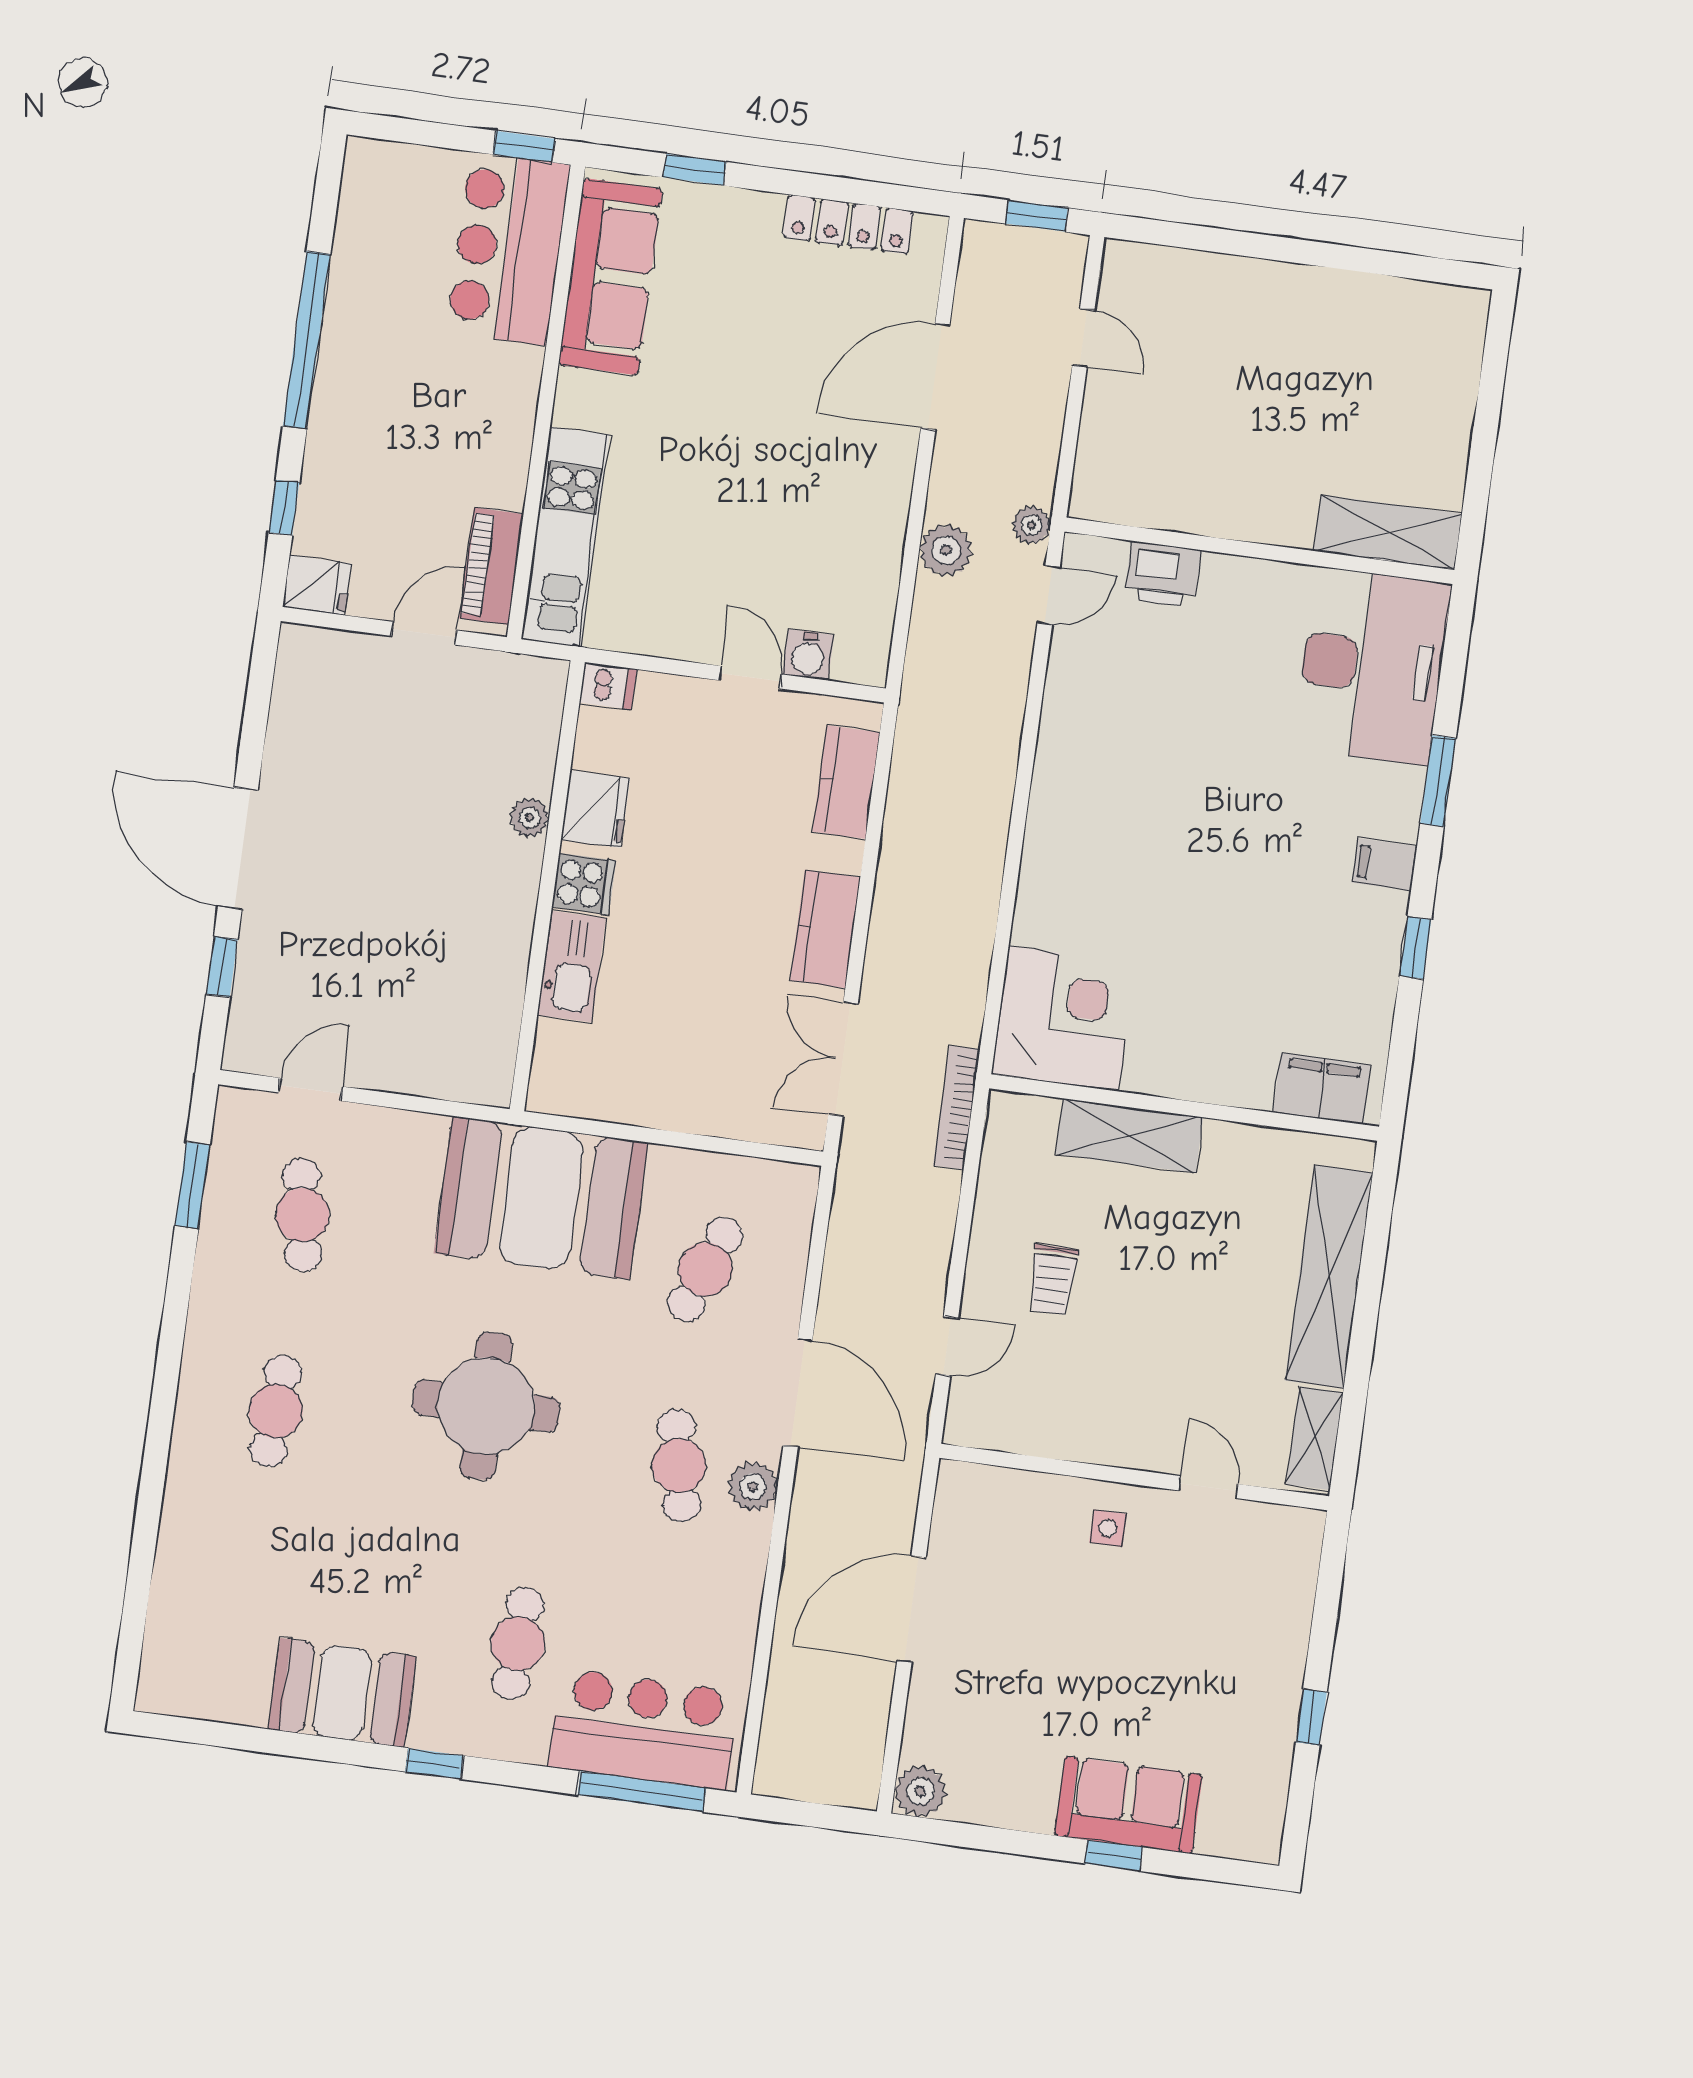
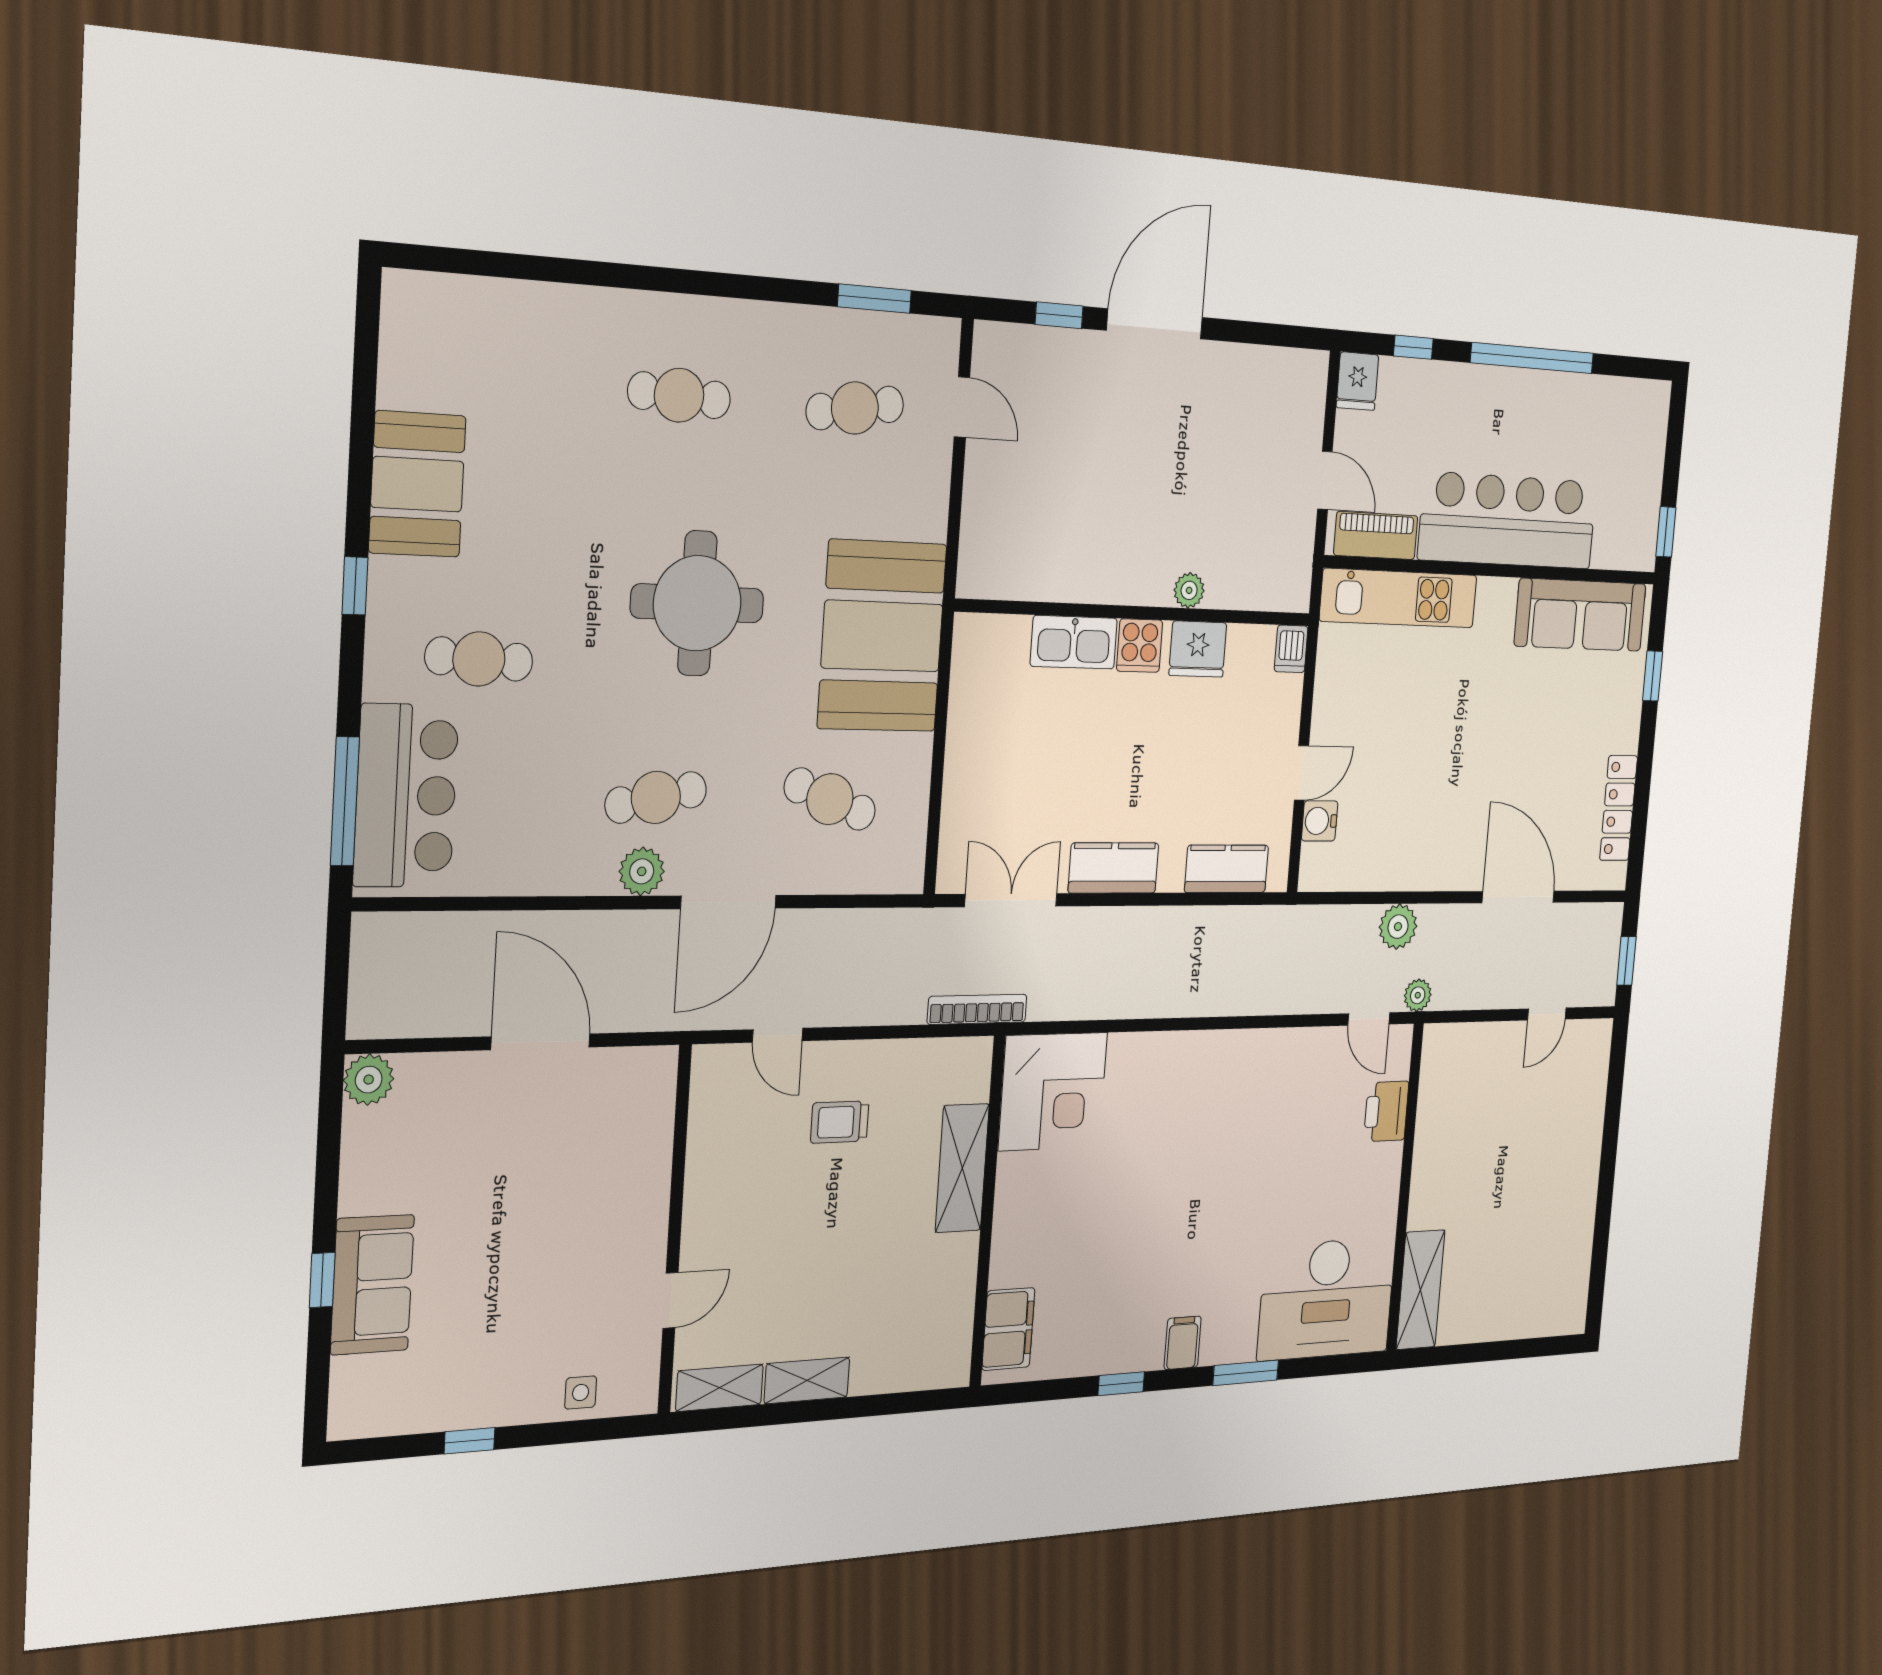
bar counter: (508, 249) -> (1508, 521), moved, width x1.36
shelving: (1329, 1277) -> (807, 1380), width x0.45, depth x0.75
side table: (1108, 1528) -> (581, 1393), moved

